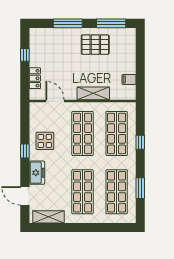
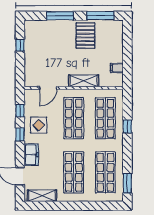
pallet: (95, 45) -> (85, 36), turned 90
locker: (35, 78) -> (29, 67), removed
door: (55, 101) -> (48, 88), swing flipped
window: (25, 125) -> (20, 111), added
window: (140, 188) -> (127, 183), moved

